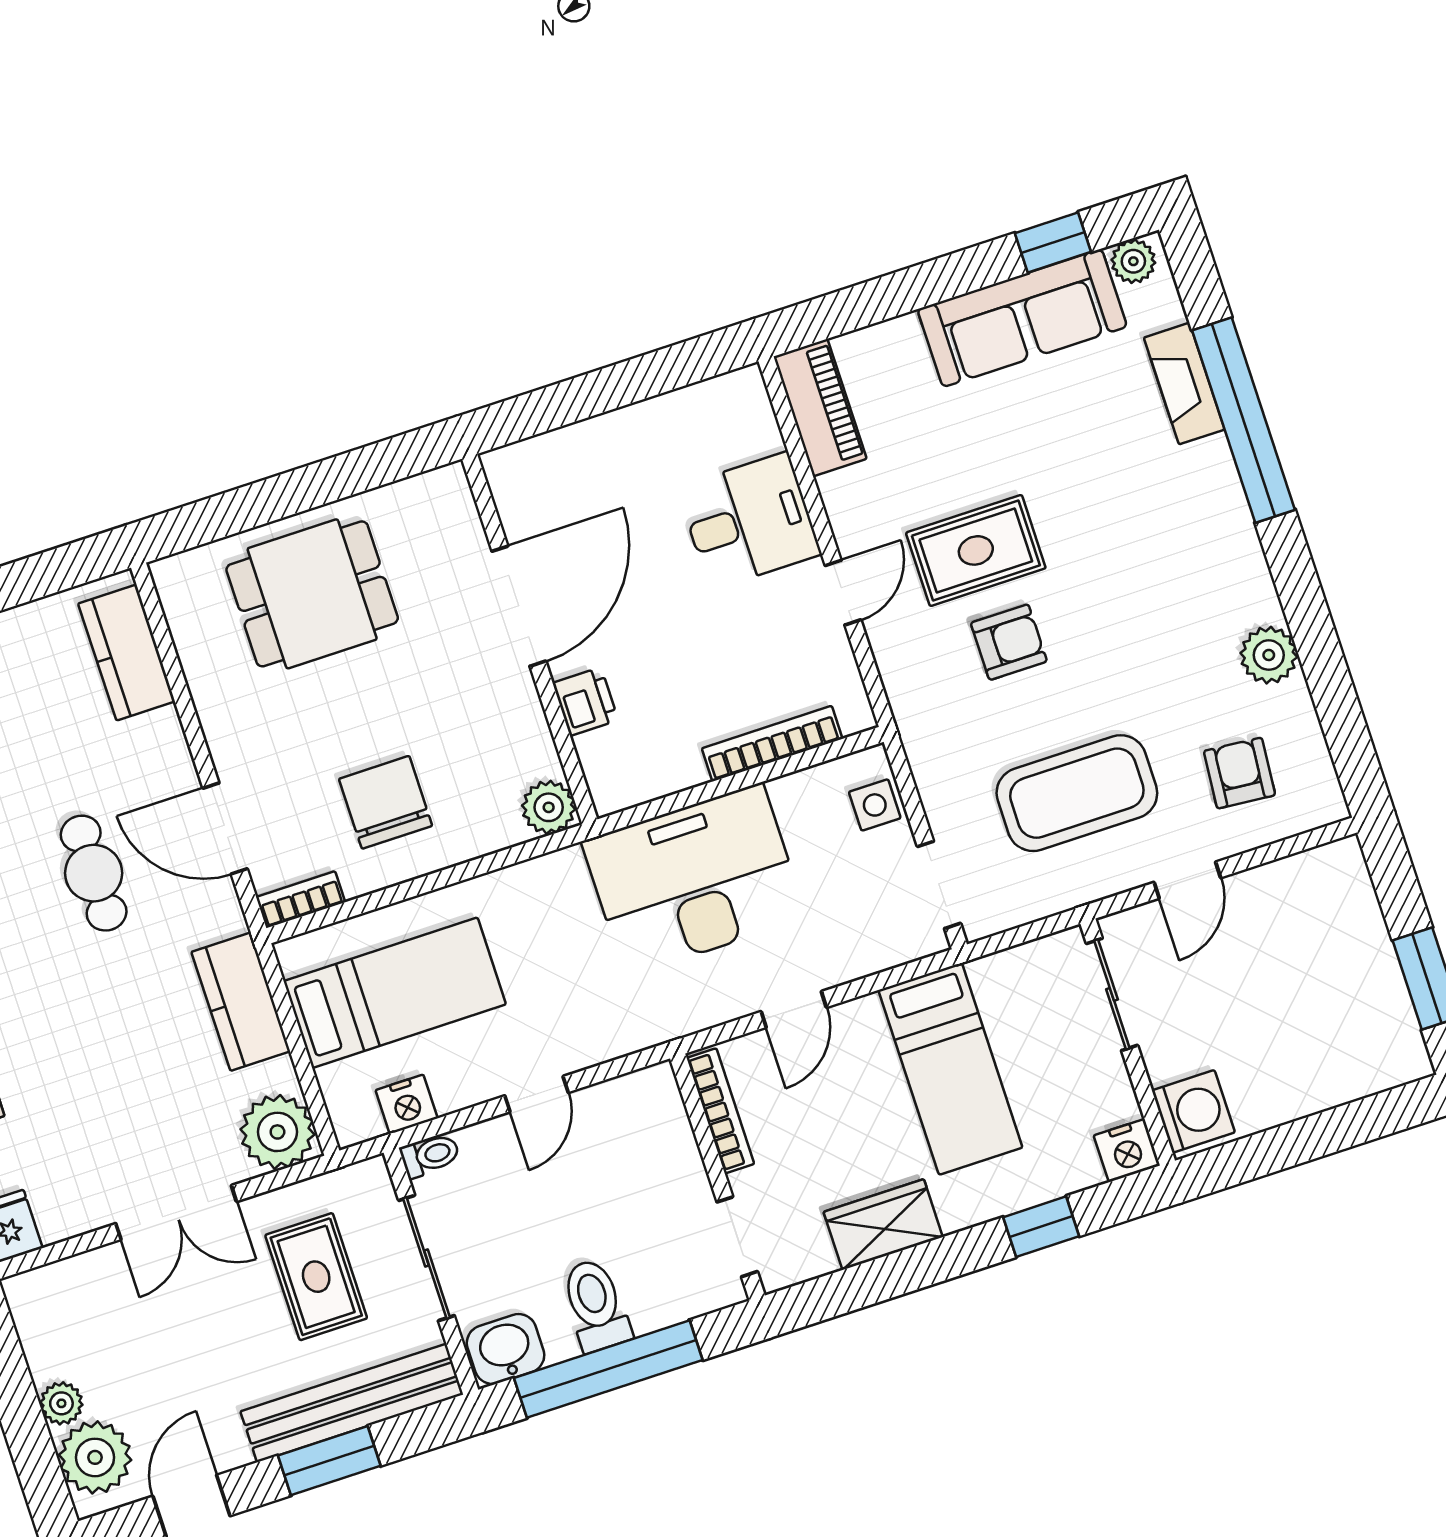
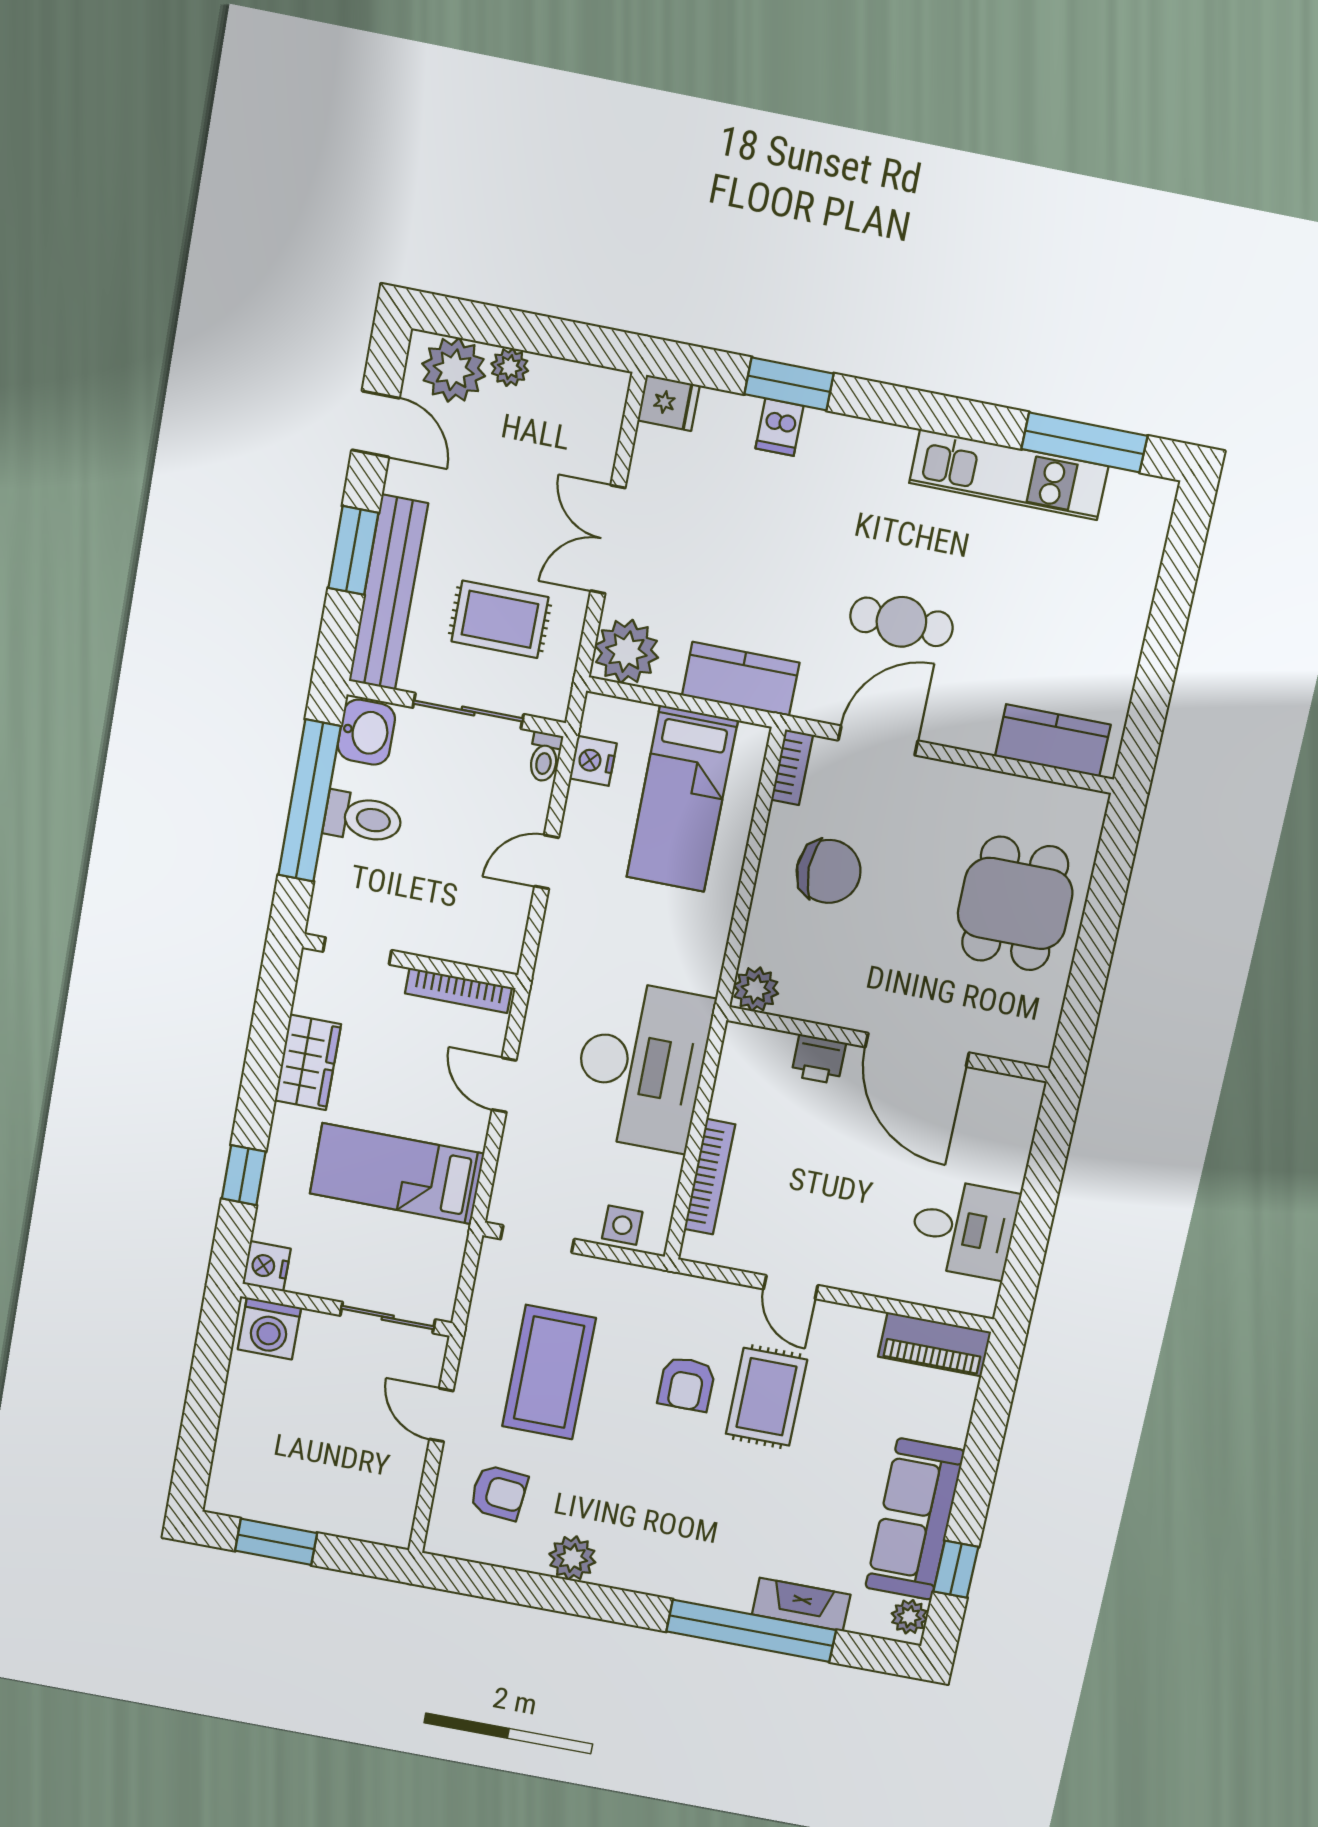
desk: (749, 521) -> (964, 1229), moved, turned -90
door: (537, 1094) -> (547, 862), hinge flipped

